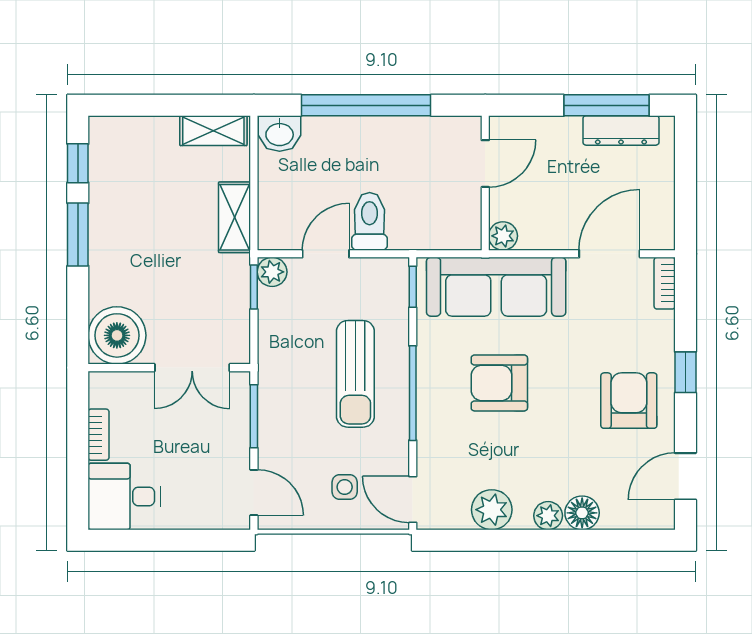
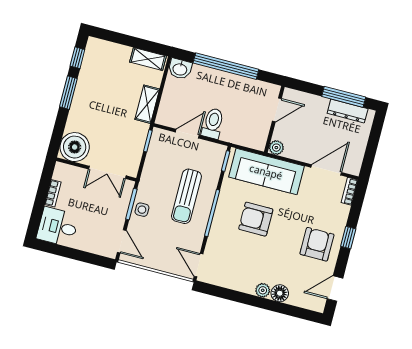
plant: (272, 272) -> (159, 136), removed
side table: (345, 487) -> (142, 210), moved
plant: (492, 510) -> (236, 280), removed

